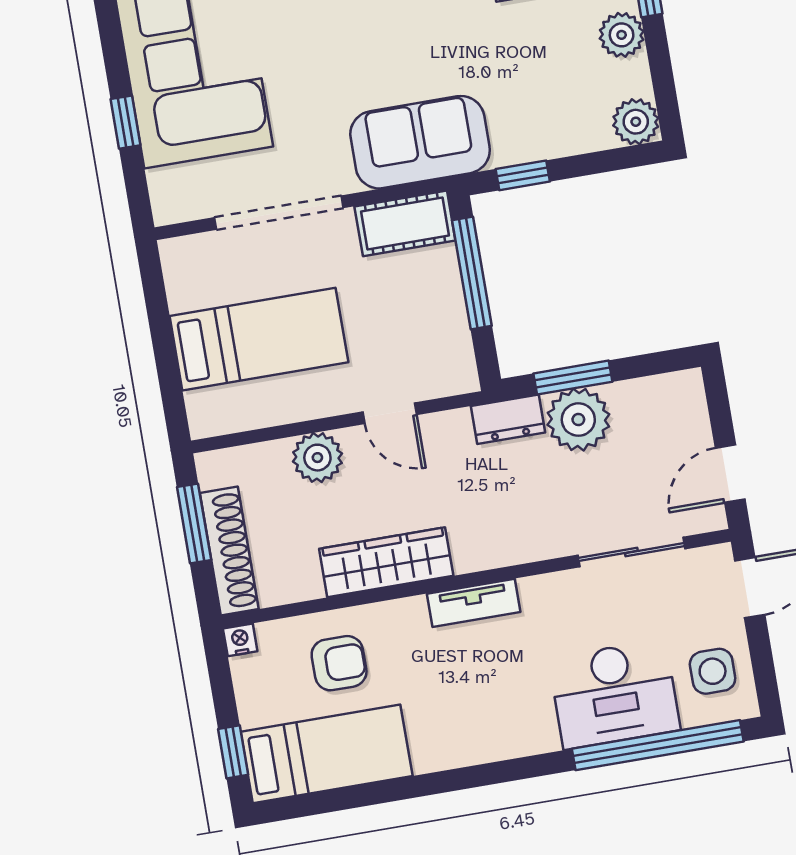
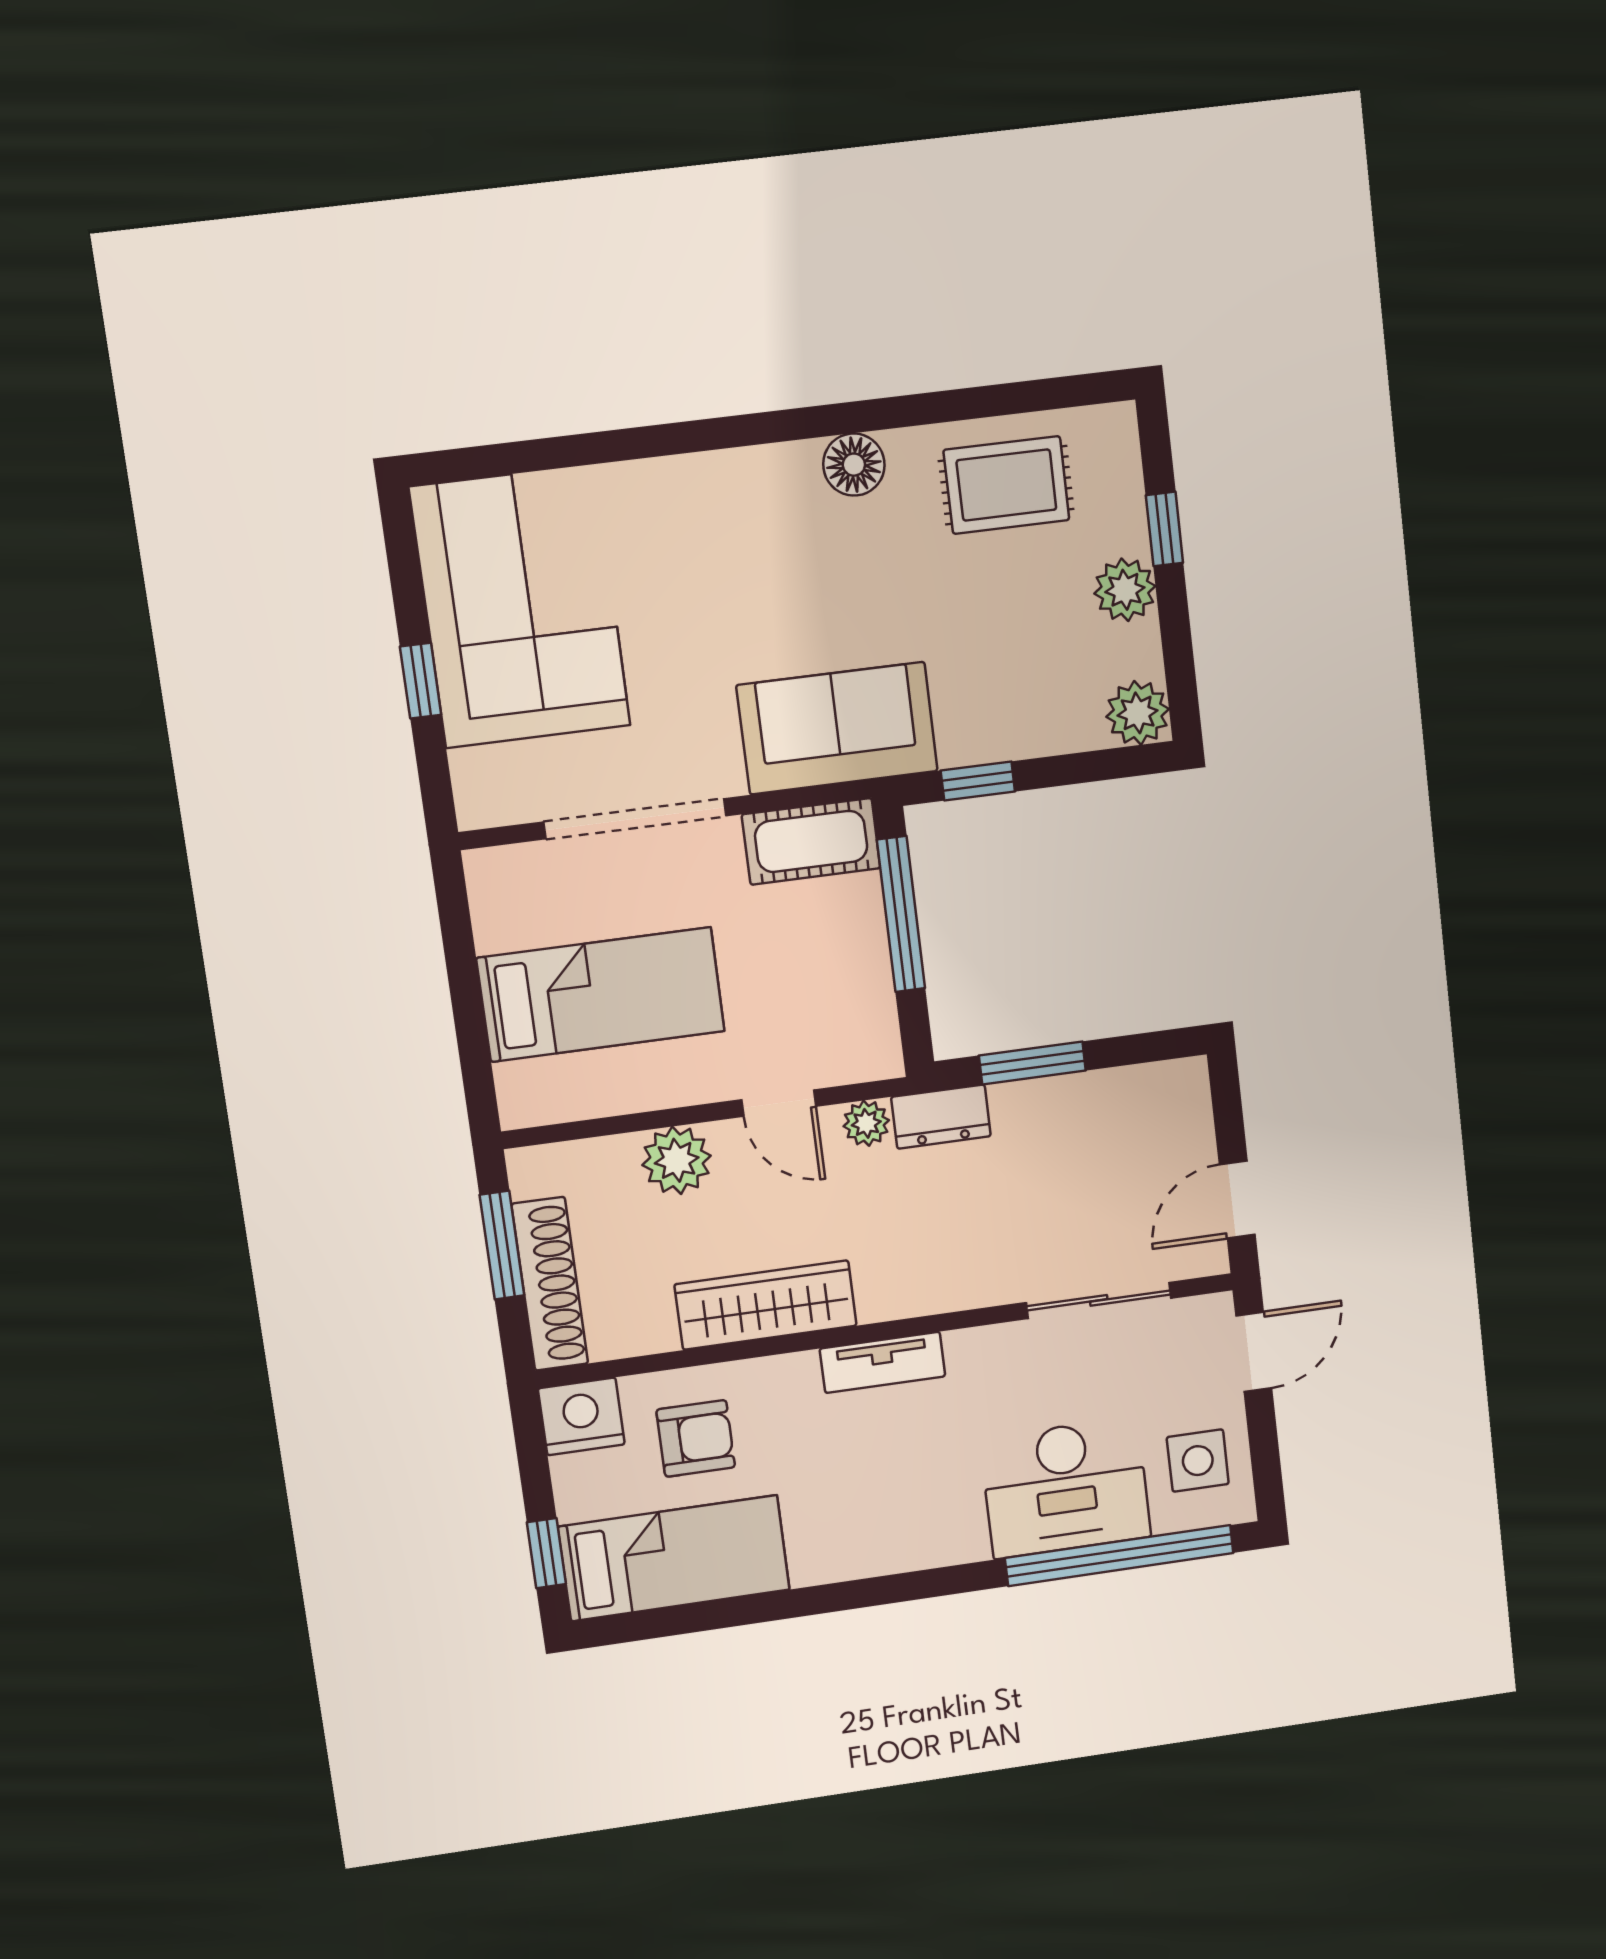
plant: (578, 420) -> (866, 1123), moved, width x0.53, depth x0.53
nightstand: (240, 640) -> (581, 1416), width x1.89, depth x1.79

